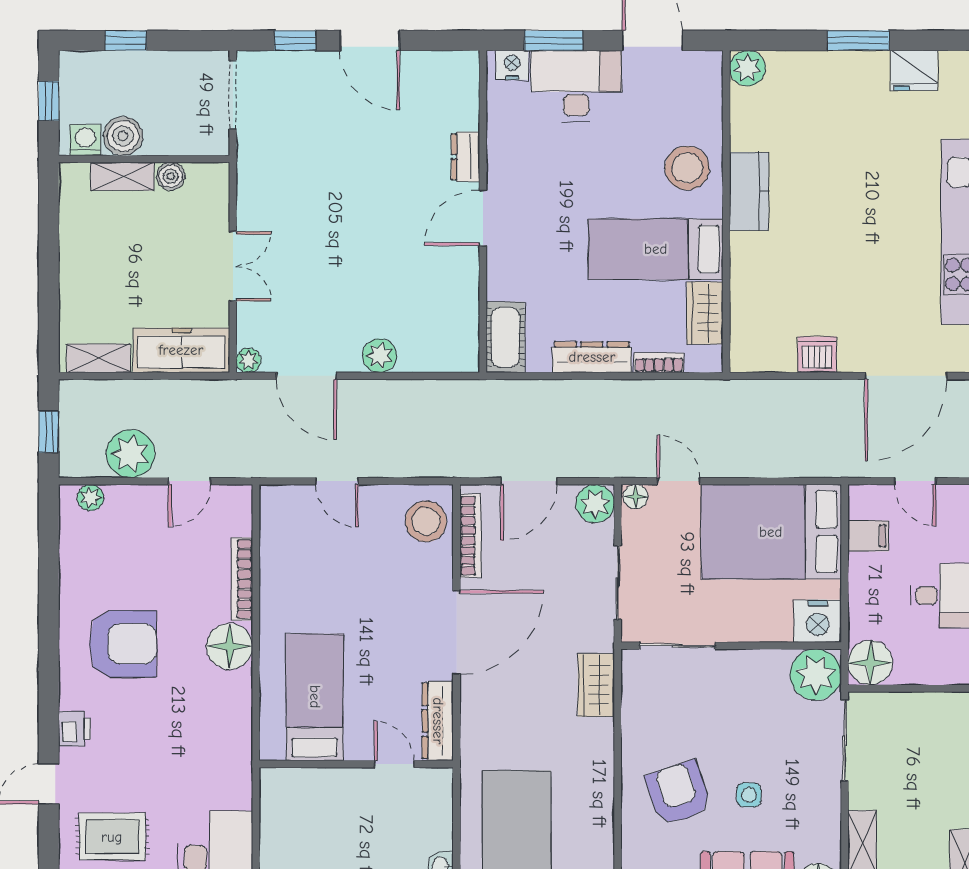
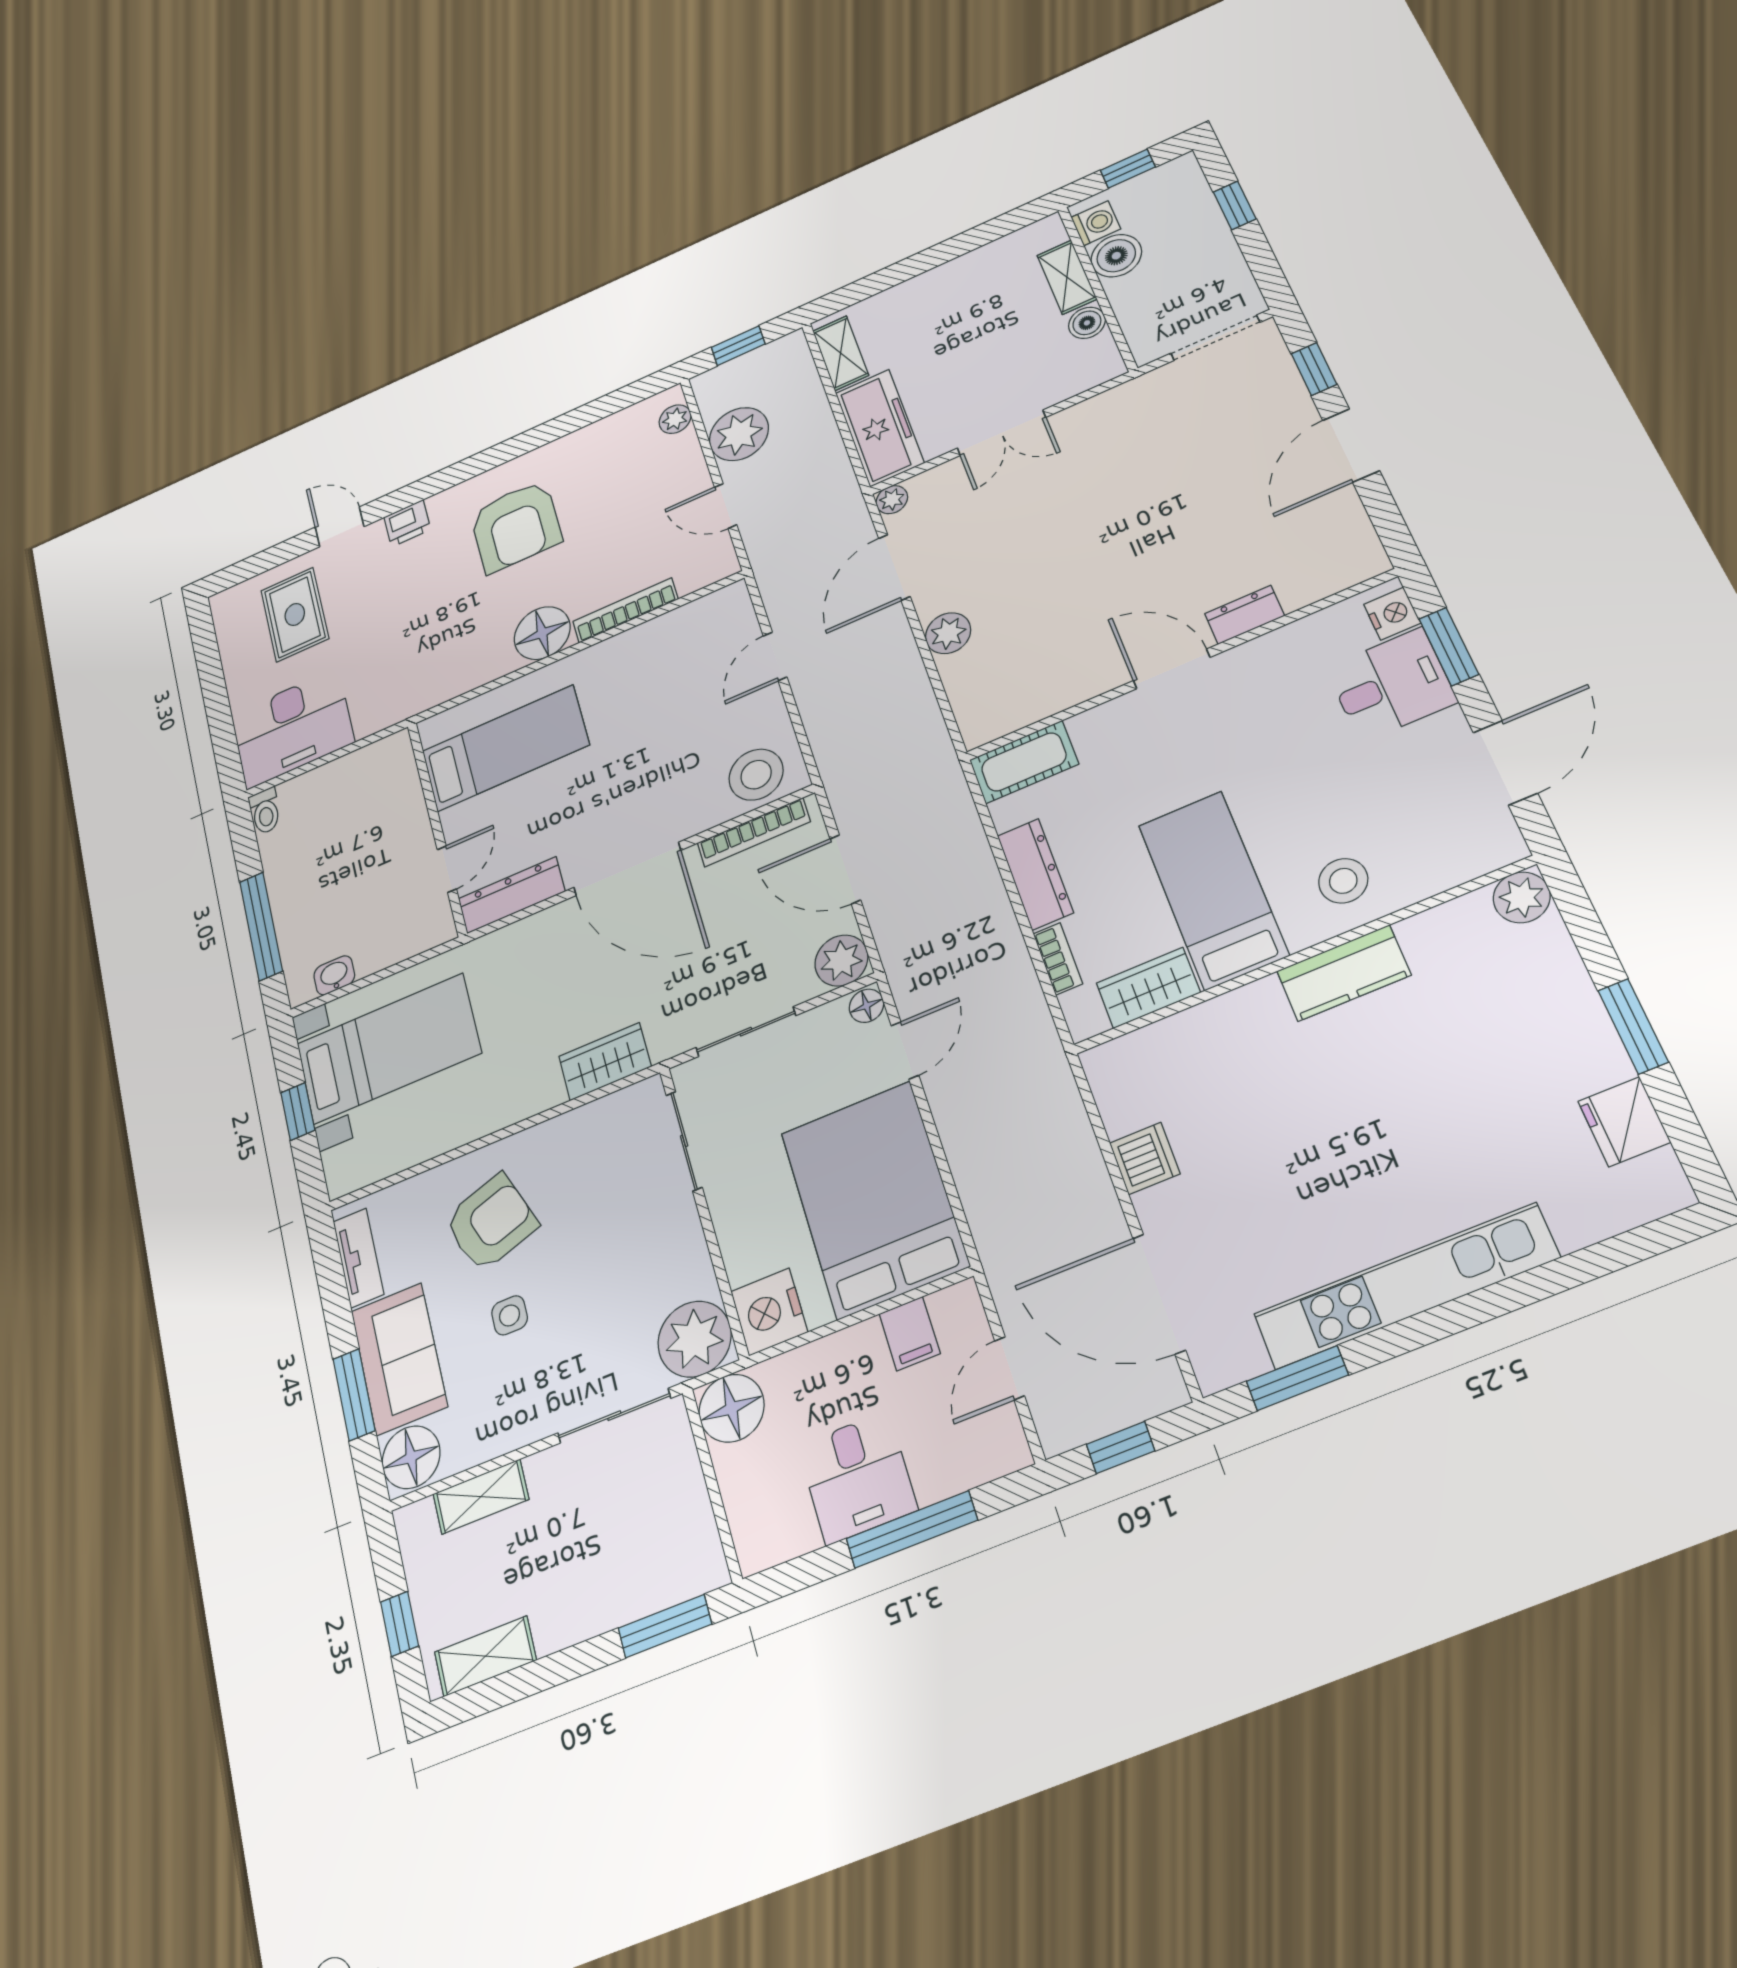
desk: (576, 86) -> (1391, 685), width x0.73
stool: (687, 168) -> (1343, 881), width x0.73, depth x0.73

